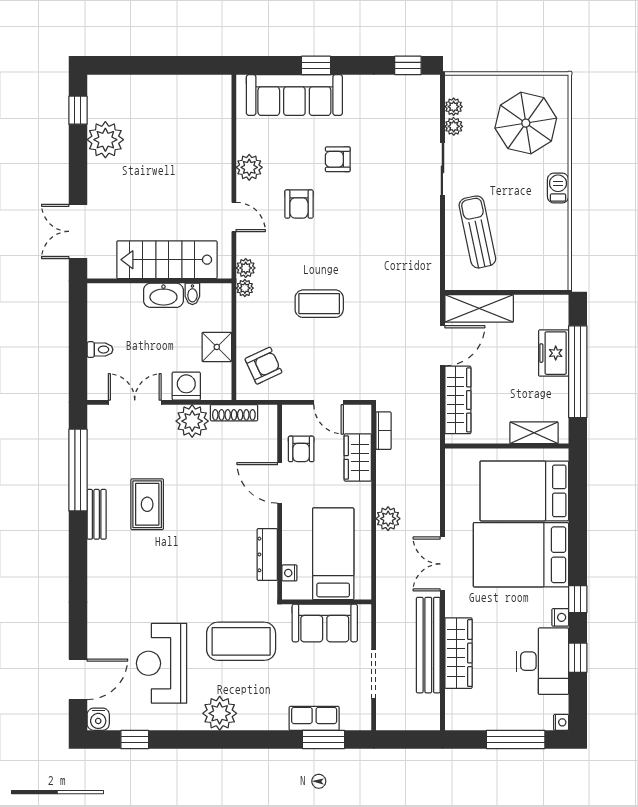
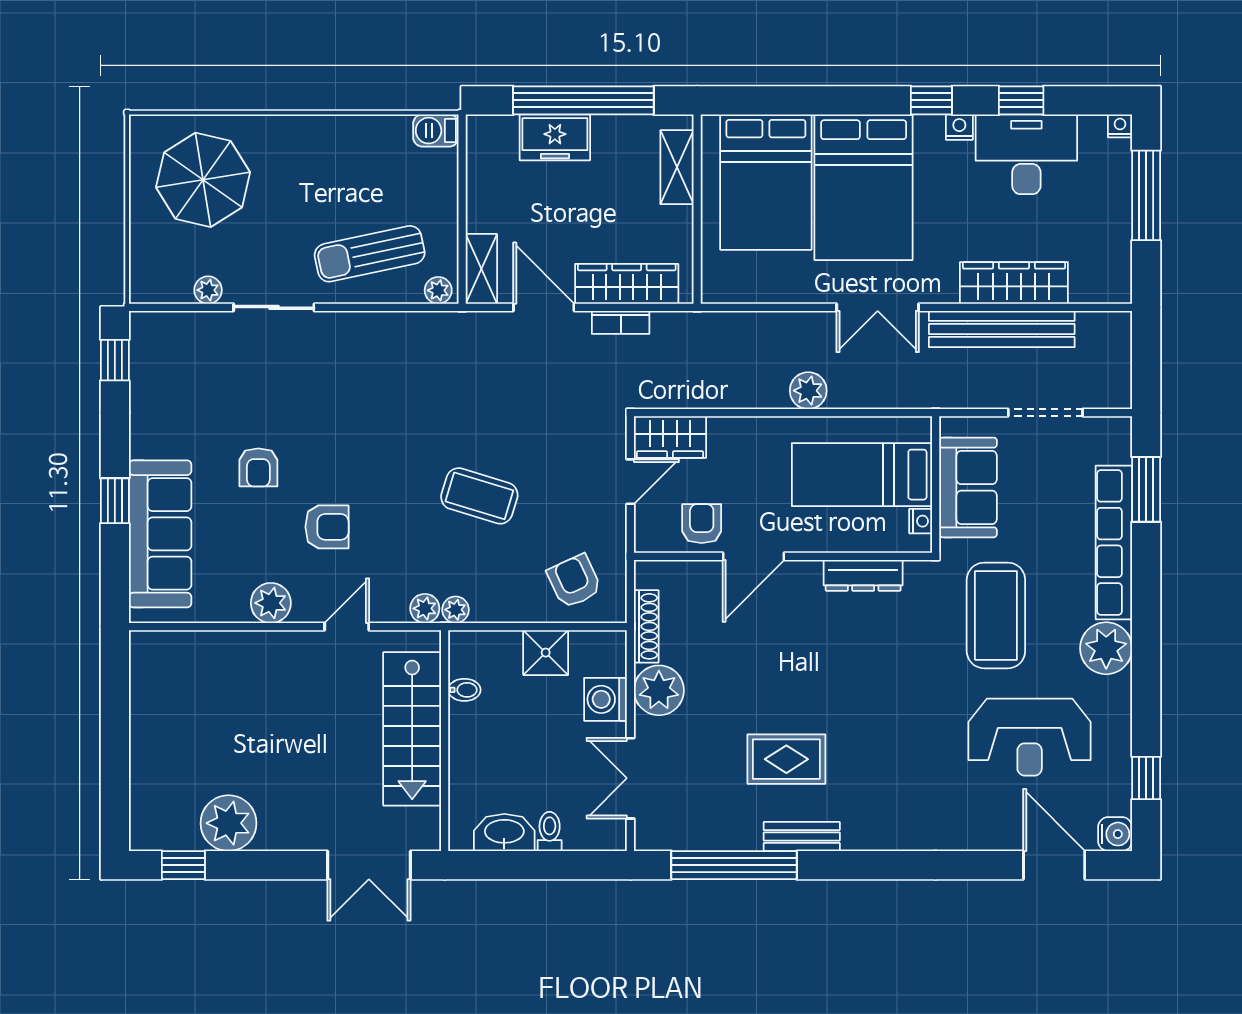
plant: (454, 107) -> (438, 290), moved
barbecue: (558, 188) -> (436, 131), moved
washbasin: (163, 295) -> (504, 832), moved, turned -90
coffee table: (319, 304) -> (479, 496), turned -73
shelving: (479, 308) -> (481, 269), width x0.67, depth x0.75
bookcase: (384, 431) -> (621, 322), moved, turned 180
armchair: (301, 449) -> (702, 524), turned -90
wardrobe: (358, 457) -> (670, 437), moved
nightstand: (289, 573) -> (921, 521), moved, turned -90
row of seats: (314, 718) -> (1114, 542), width x2.02

